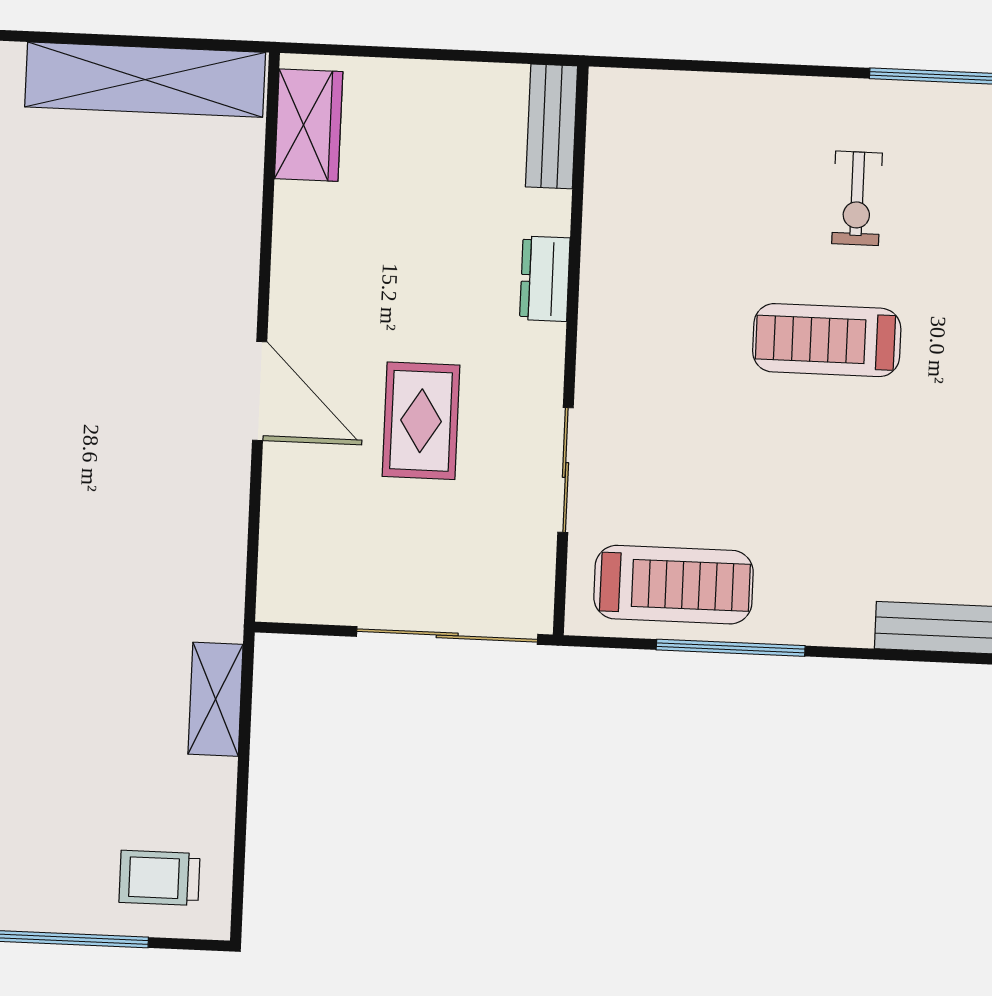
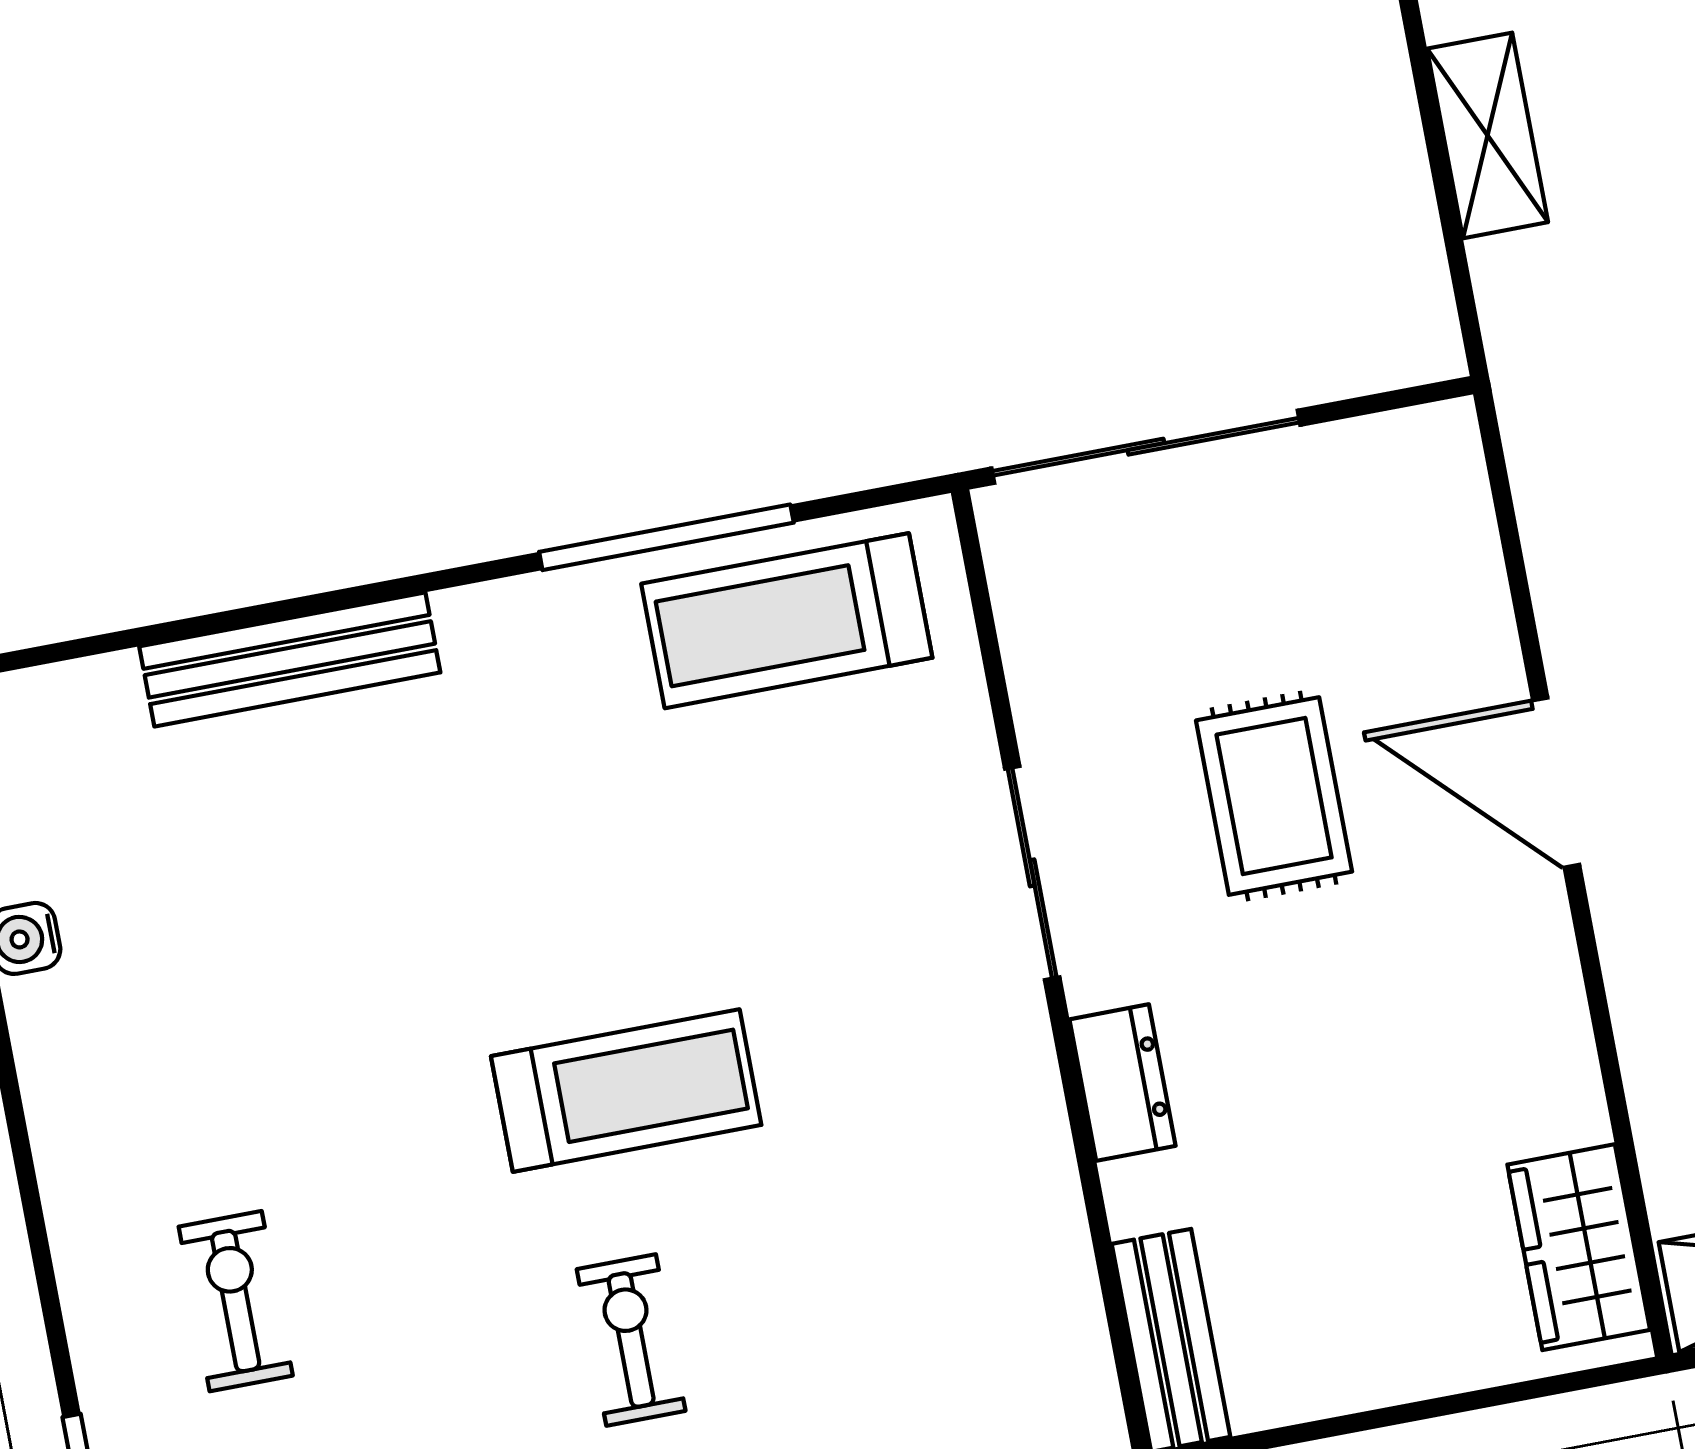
sliding door: (565, 470) -> (1032, 873), moved
shelving: (216, 699) -> (1487, 135), moved

